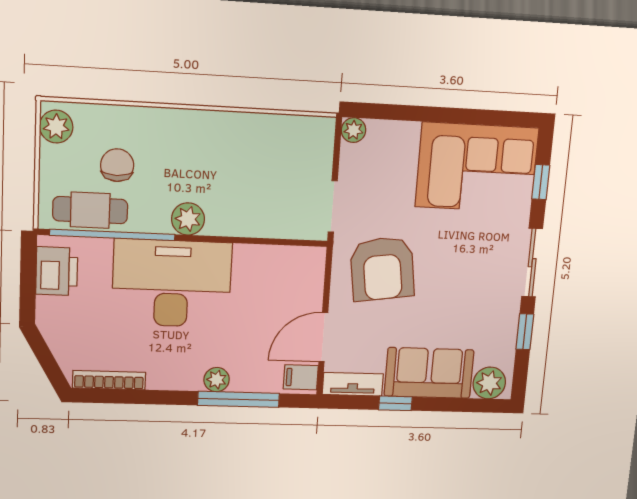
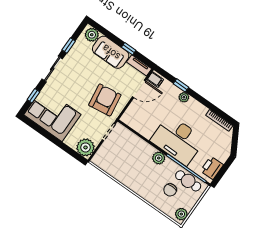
plant: (353, 130) -> (85, 147), width x1.88, depth x1.88
window: (239, 399) -> (181, 85), width x0.46

